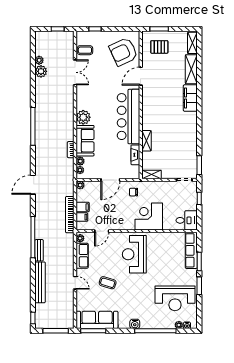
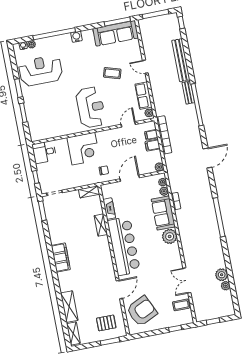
filing cabinet: (190, 98) -> (61, 257), moved
row of seats: (191, 250) -> (34, 123), removed

